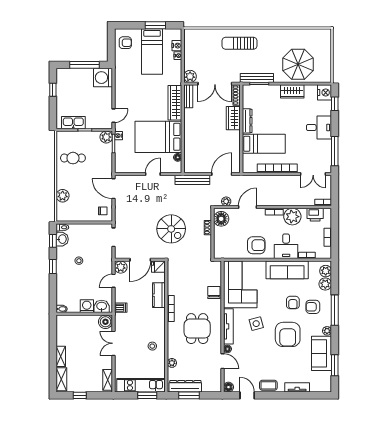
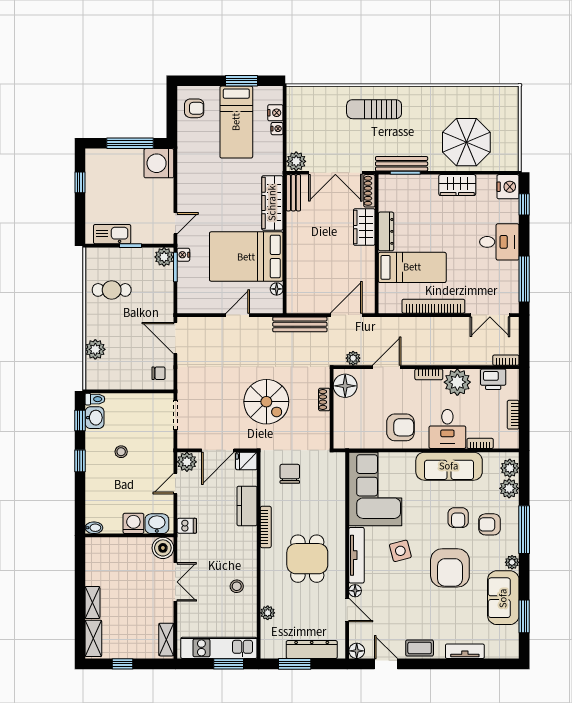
chair: (214, 293) -> (290, 474), moved
double door: (113, 343) -> (175, 582), swing flipped
dresser: (185, 386) -> (312, 650), moved

